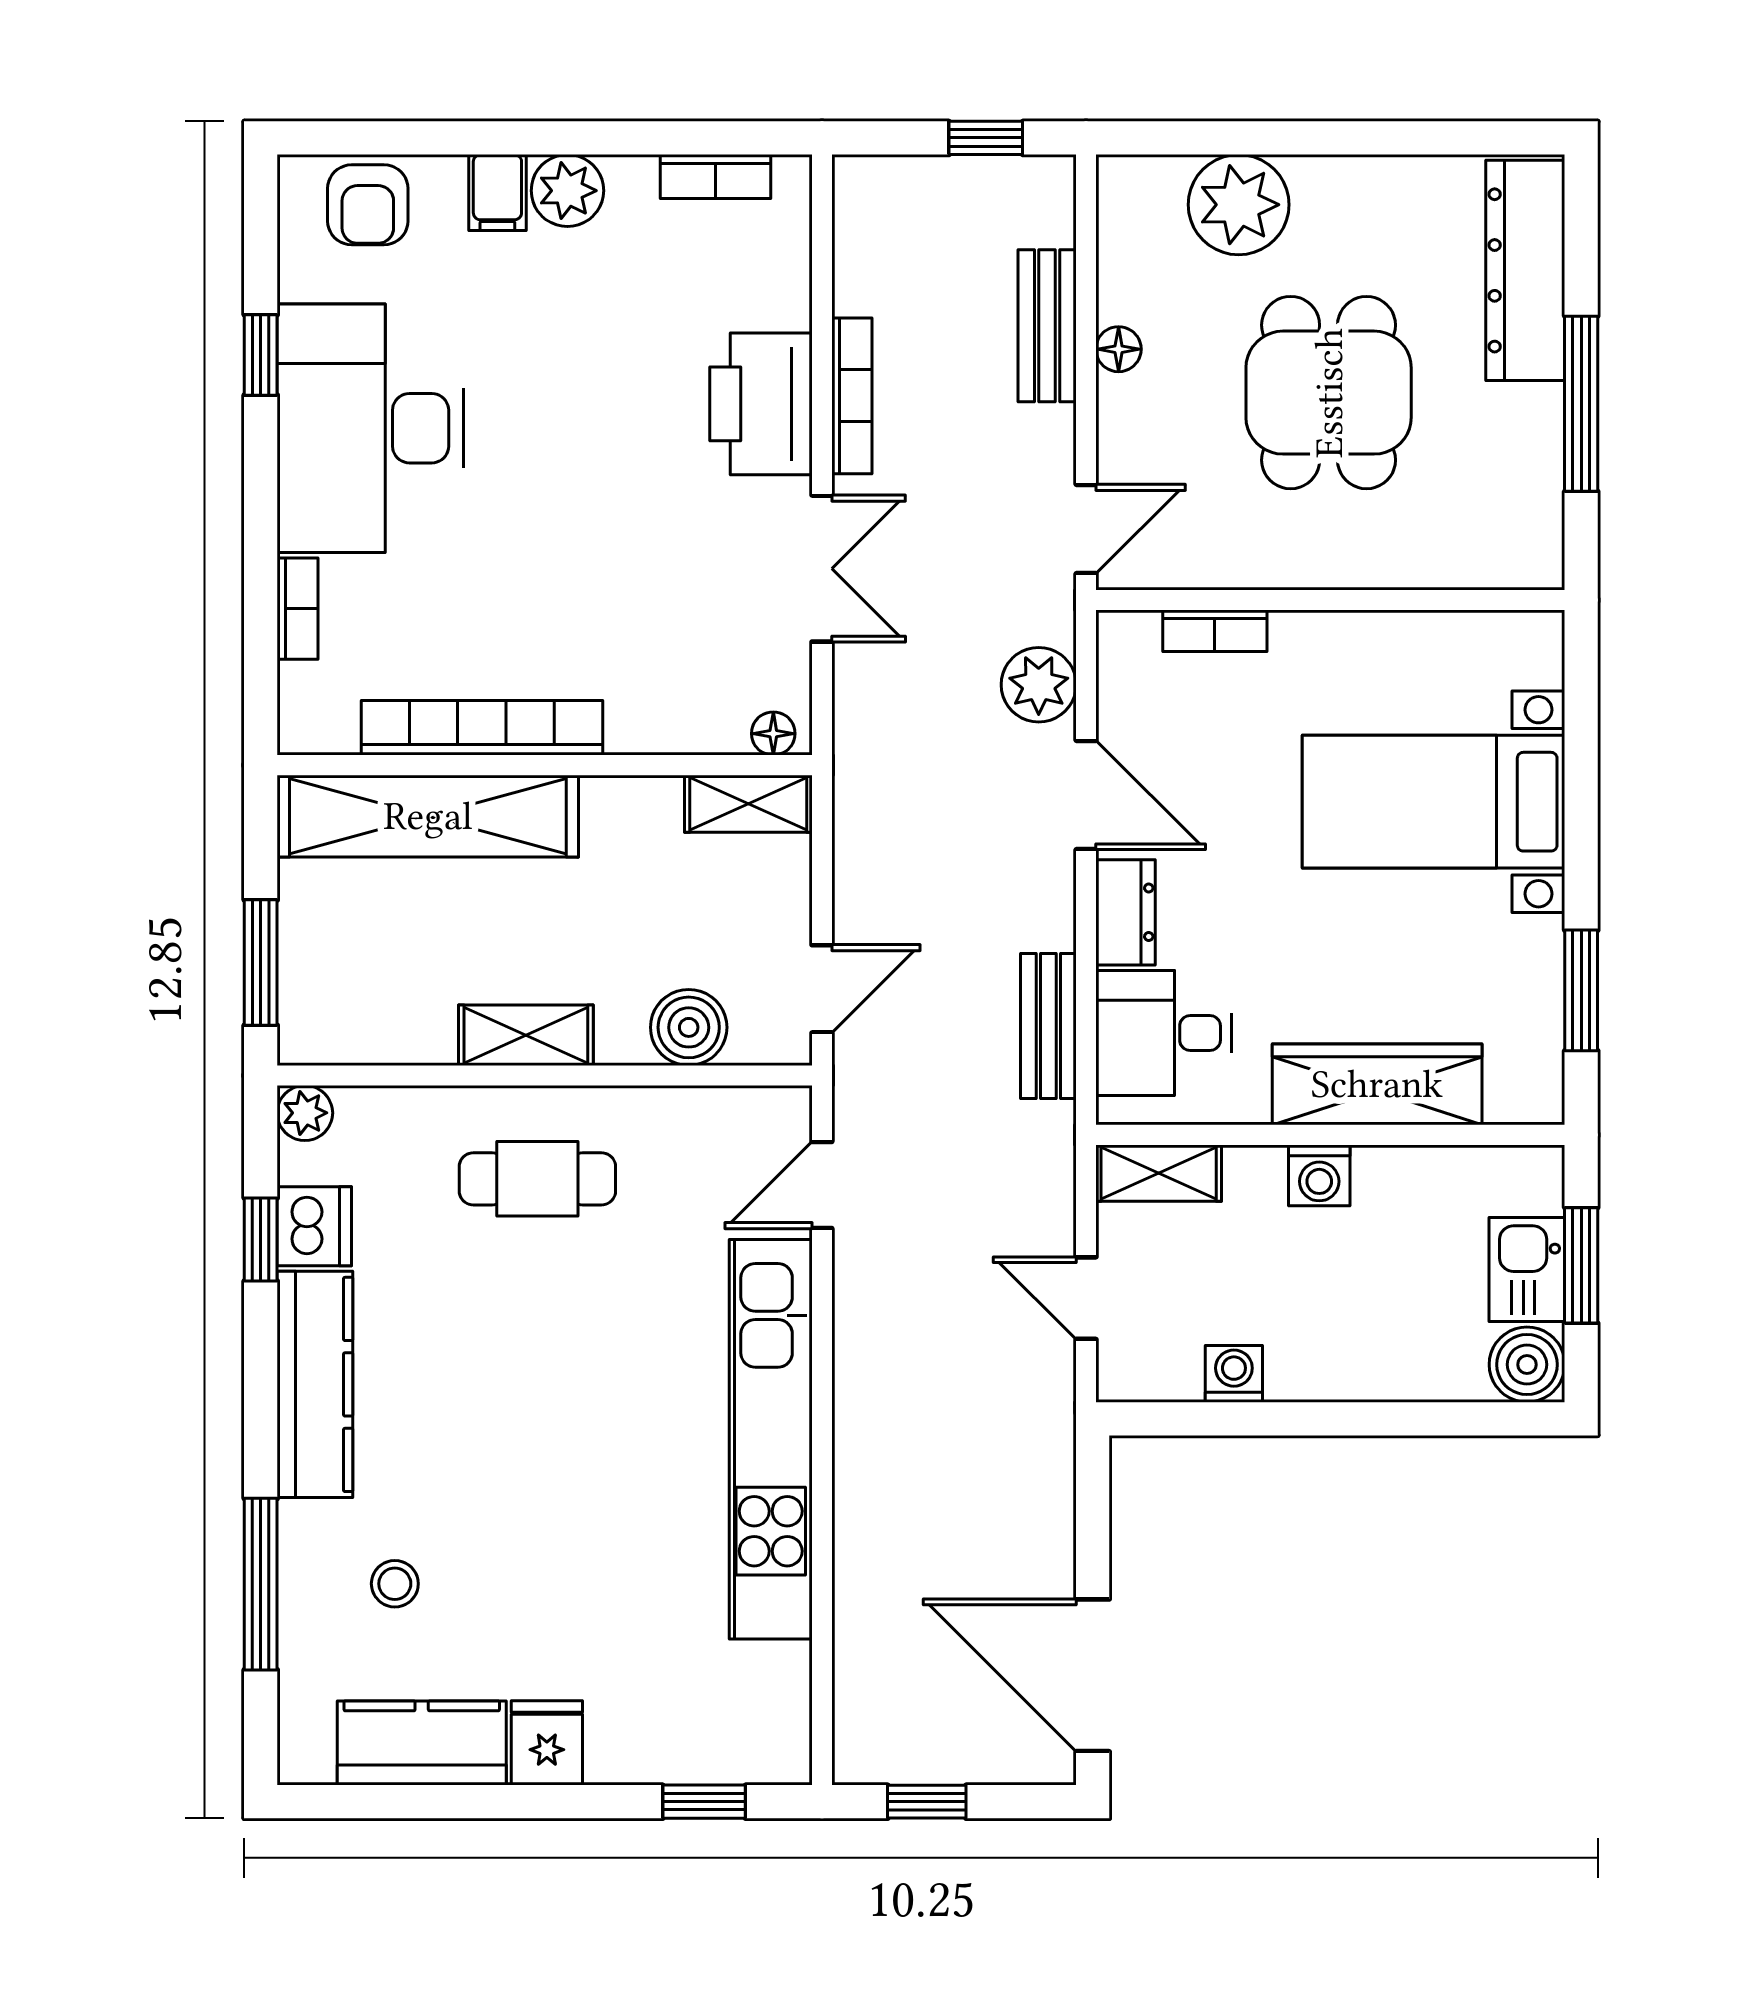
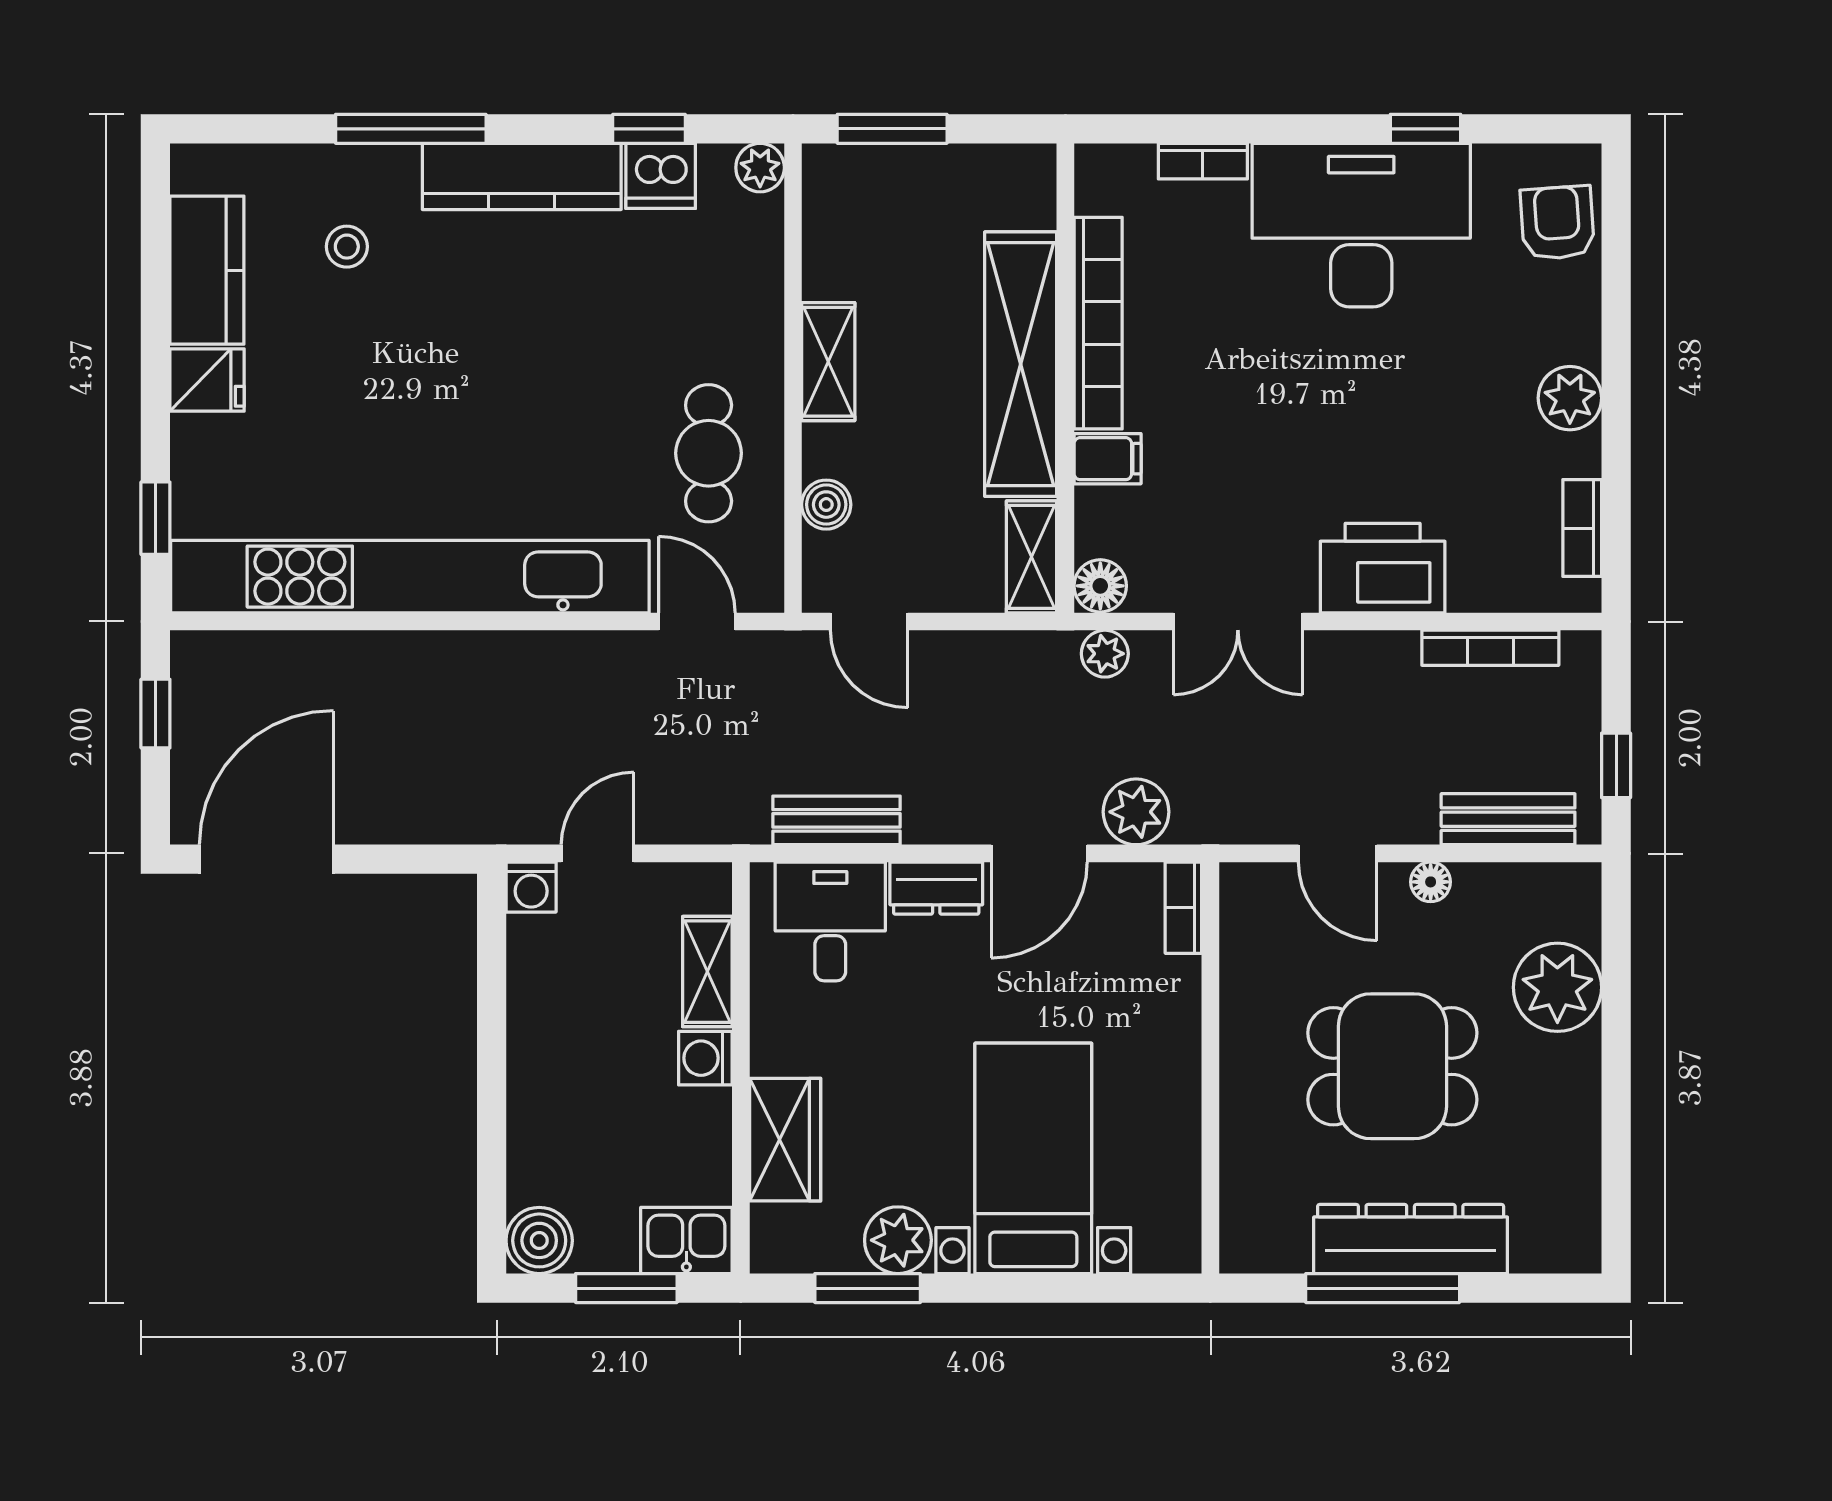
filing cabinet: (497, 193) -> (1108, 459), moved, turned 180
armchair: (368, 205) -> (1557, 223), turned 86
dresser: (1525, 270) -> (1411, 1239), moved
bench: (1047, 326) -> (1508, 819), moved
bookcase: (852, 396) -> (1490, 648), moved
door: (1086, 529) -> (1338, 853), moved
bookcase: (1215, 631) -> (1183, 908), moved
plant: (859, 720) -> (1105, 654), added
floor lamp: (773, 734) -> (1100, 586), width x1.37, depth x1.37
shelving: (428, 816) -> (1021, 364), moved
plant: (1527, 956) -> (898, 1240), added
boiler: (689, 1027) -> (826, 505), width x0.73, depth x0.73
wardrobe: (1377, 1084) -> (785, 1140), width x0.67
shelving: (1159, 1173) -> (707, 972), moved
cafe table: (537, 1179) -> (709, 453), moved
kitchen sink: (1527, 1269) -> (686, 1240), moved
washing machine: (1234, 1374) -> (531, 887), moved, turned 90
kitchen unit: (771, 1439) -> (410, 577), width x1.36
window: (261, 1584) -> (411, 129), moved

